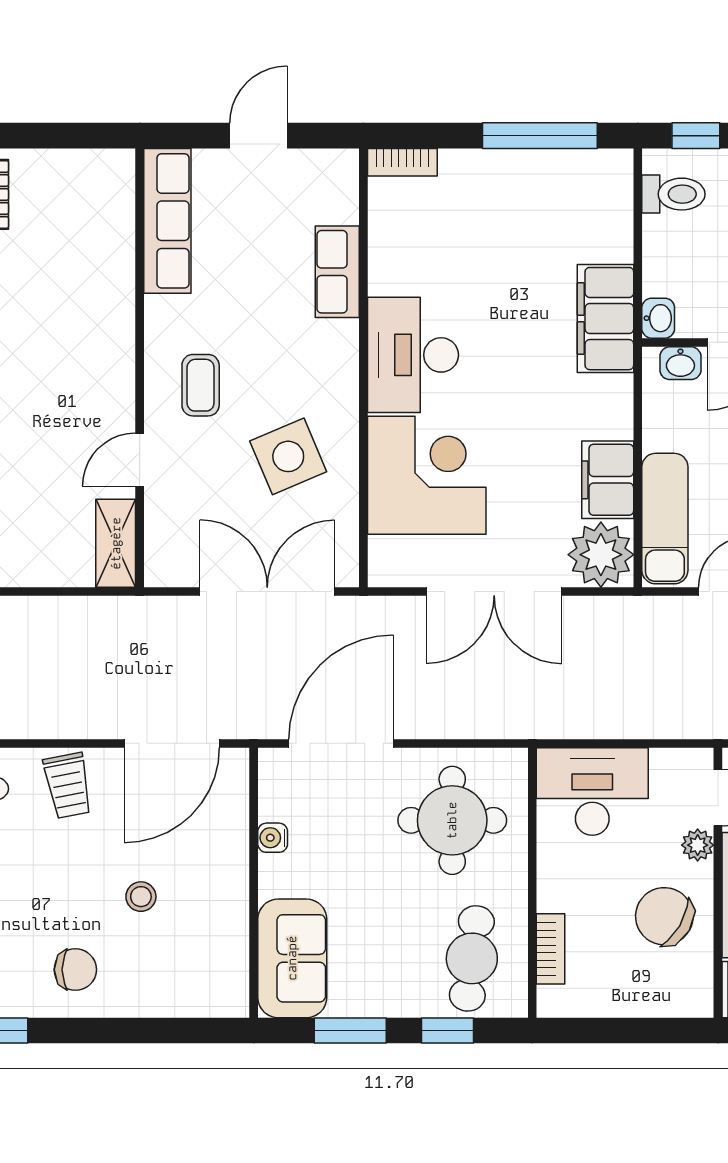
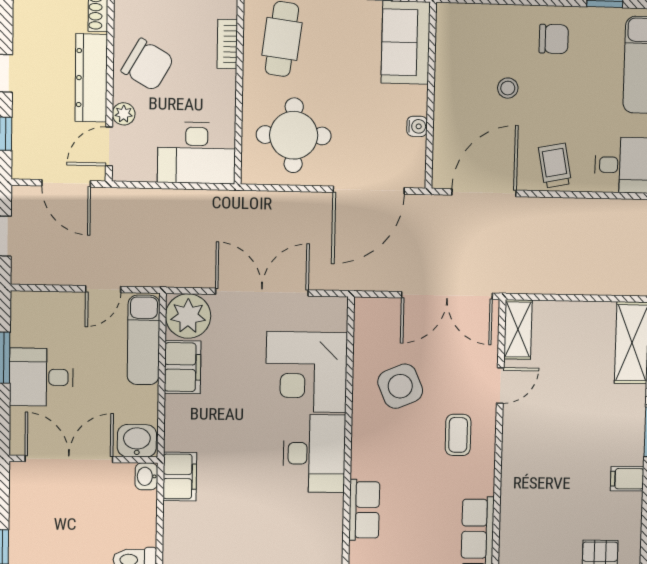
filing cabinet: (605, 319) -> (180, 476), width x0.67, depth x0.86
washbasin: (680, 363) -> (137, 441), width x1.38, depth x1.45
double door: (267, 592) -> (447, 295), moved
chair: (75, 970) -> (554, 39), turned 180

